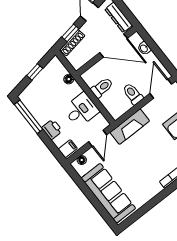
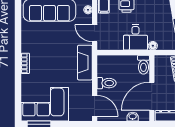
toilet: (102, 88) -> (143, 65), moved
desk: (81, 110) -> (135, 37), moved

